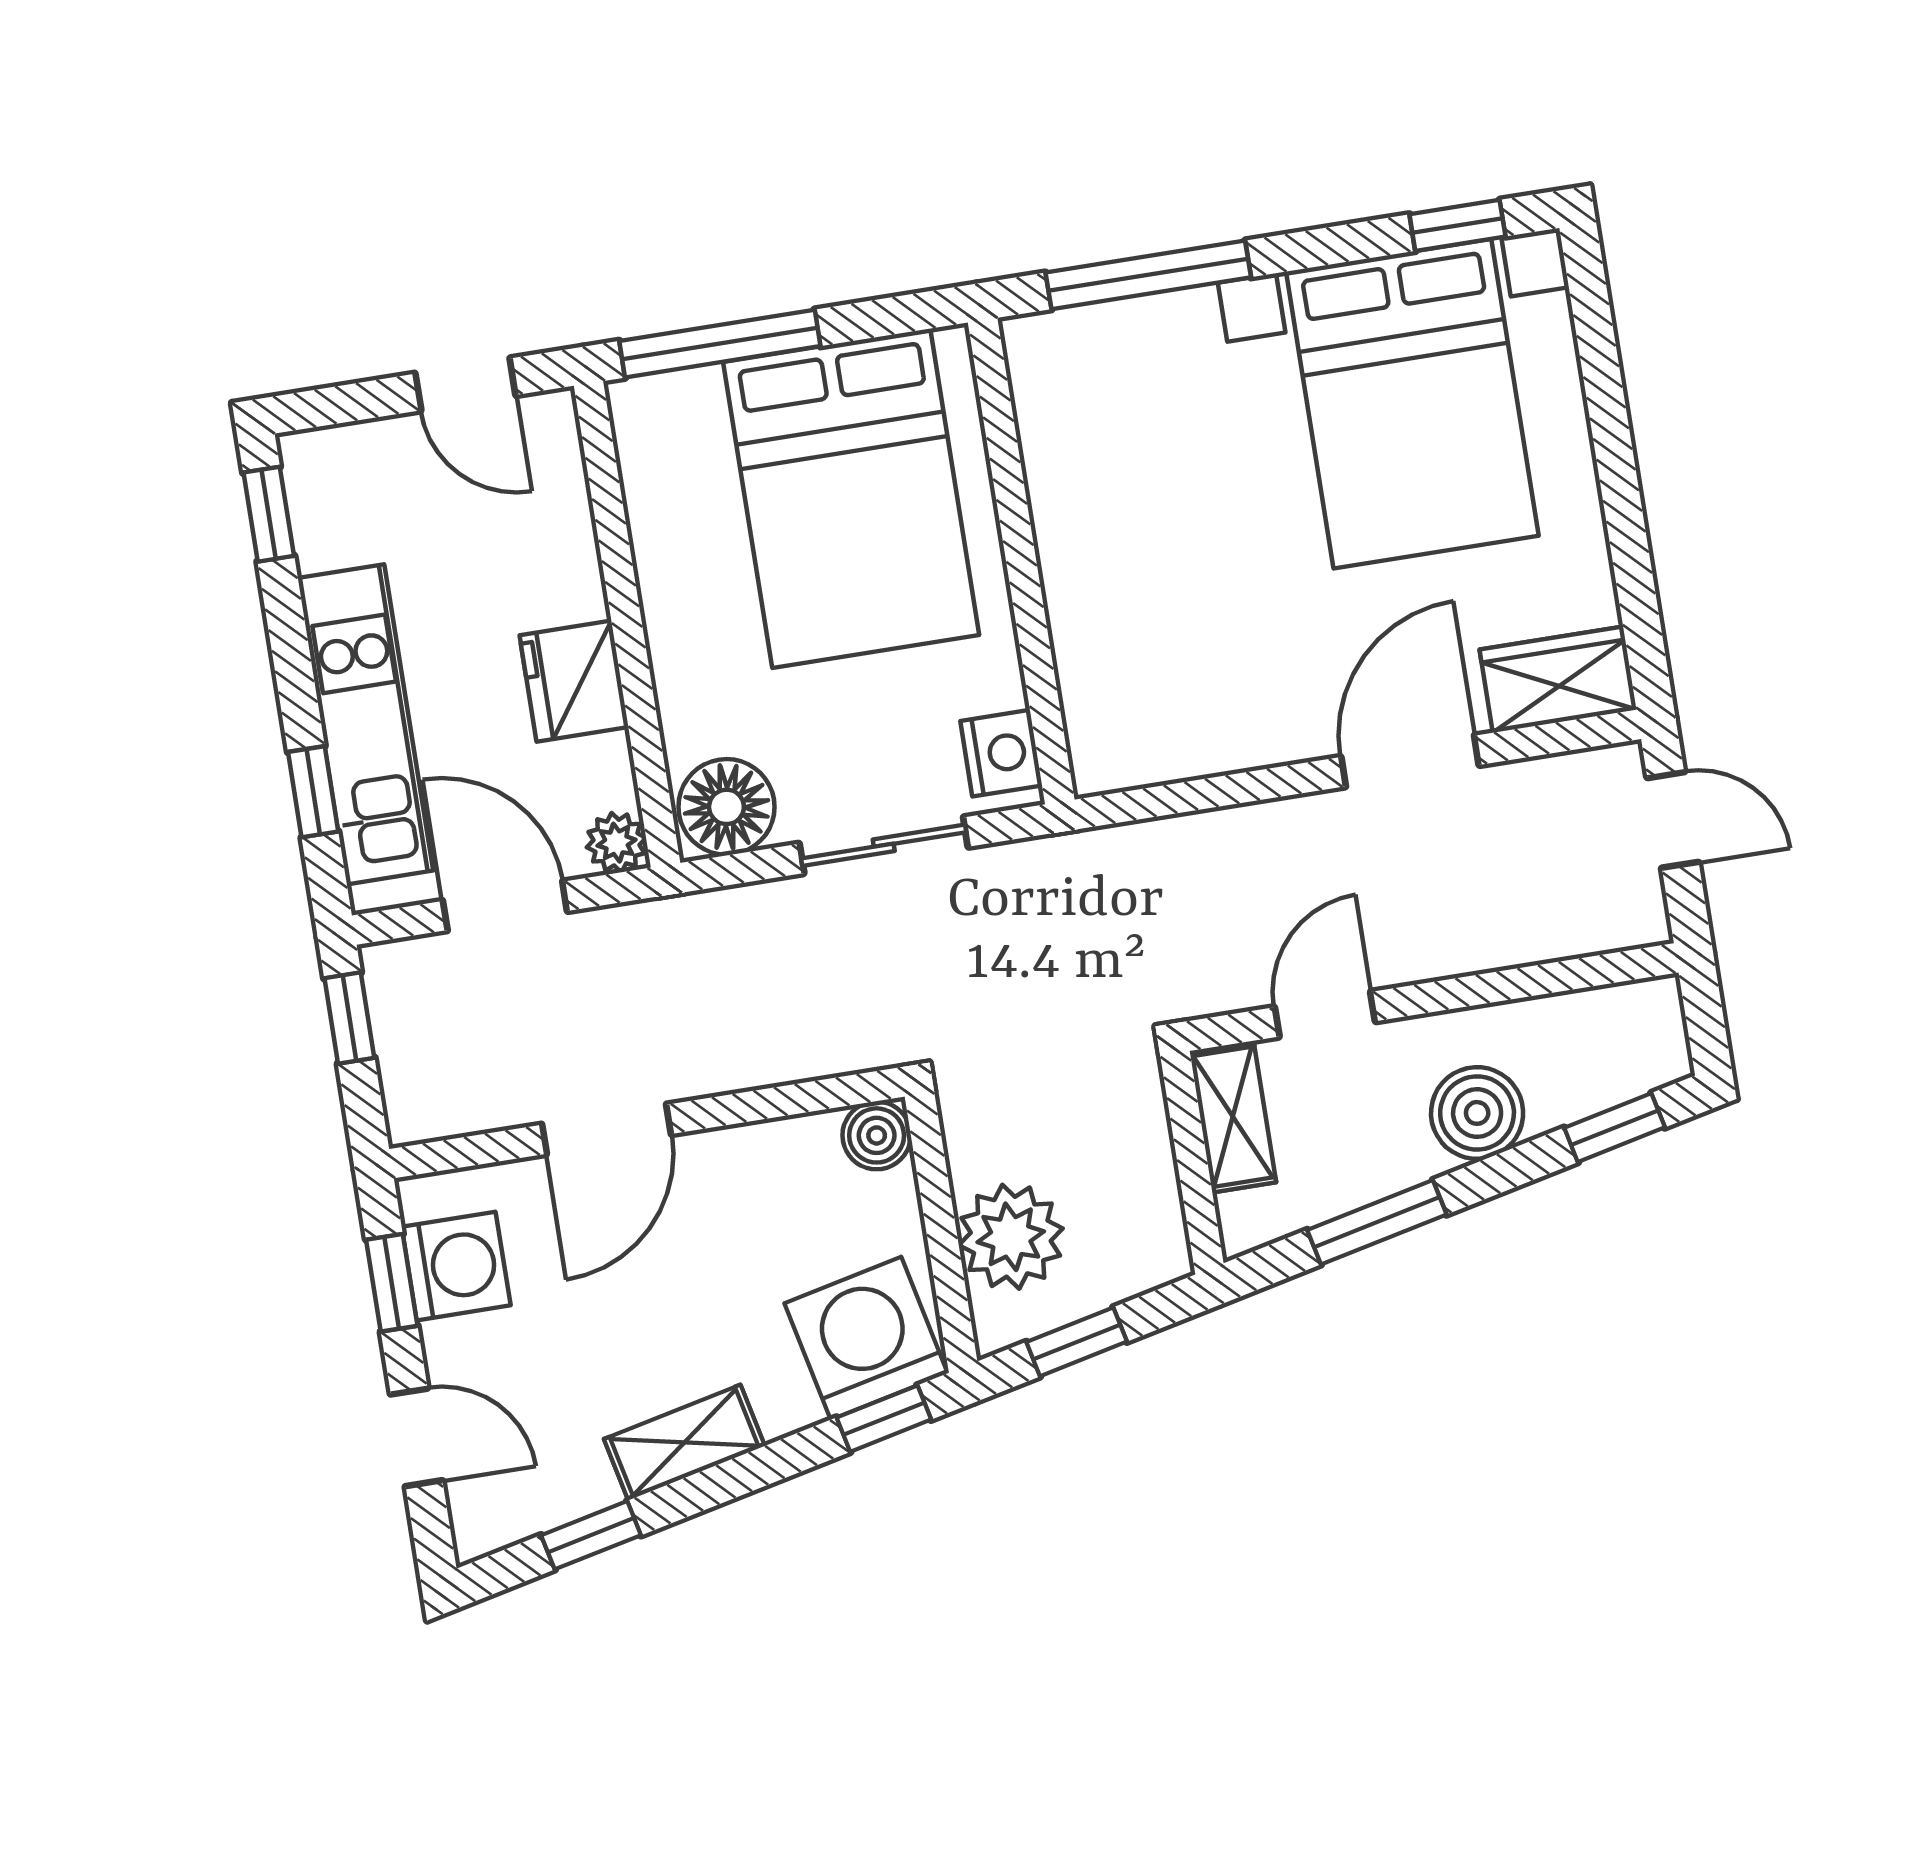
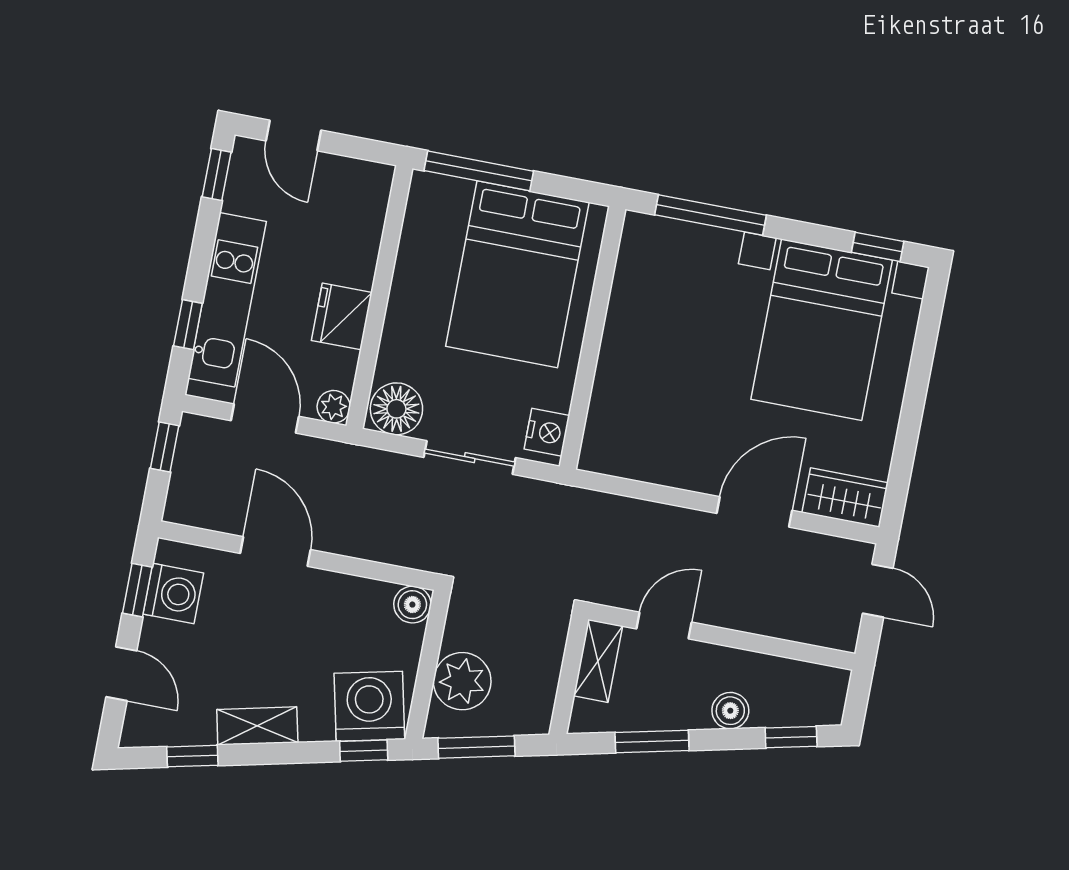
door: (465, 384) -> (293, 135), moved
boiler: (1477, 1113) -> (730, 711), width x0.73, depth x0.73
door: (606, 1129) -> (275, 551), swing flipped
window: (1077, 1342) -> (476, 747), width x1.50

